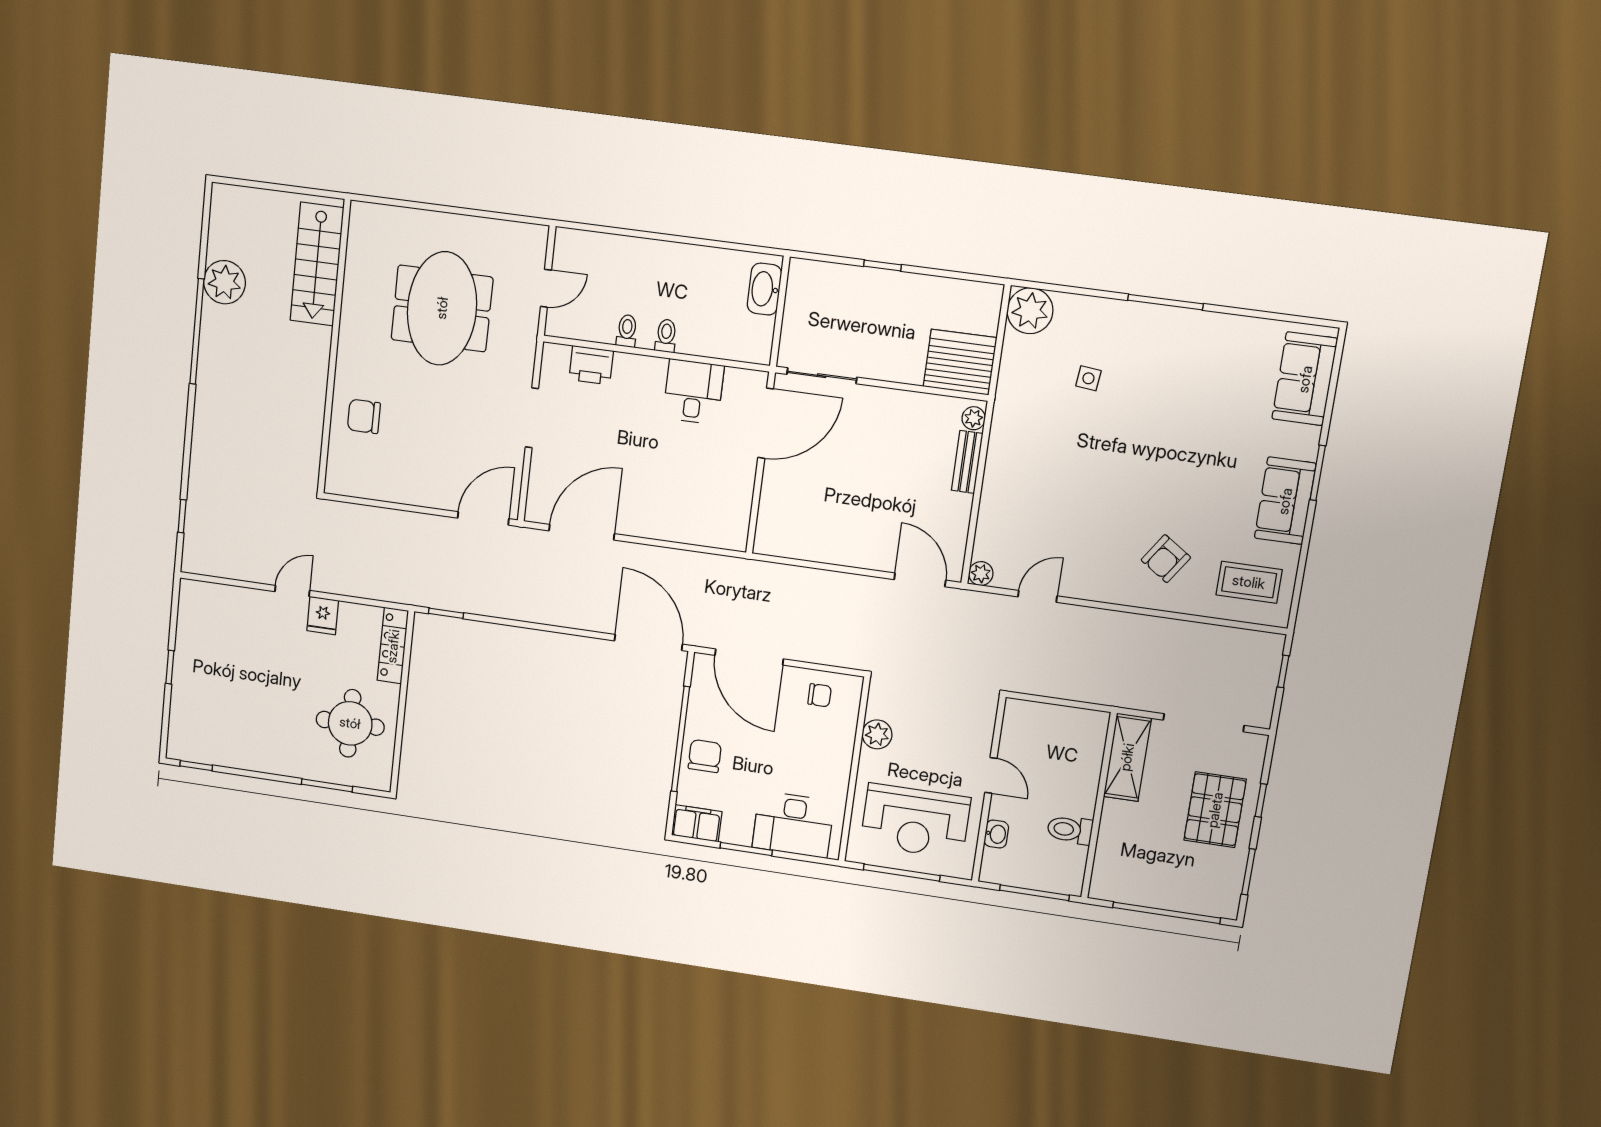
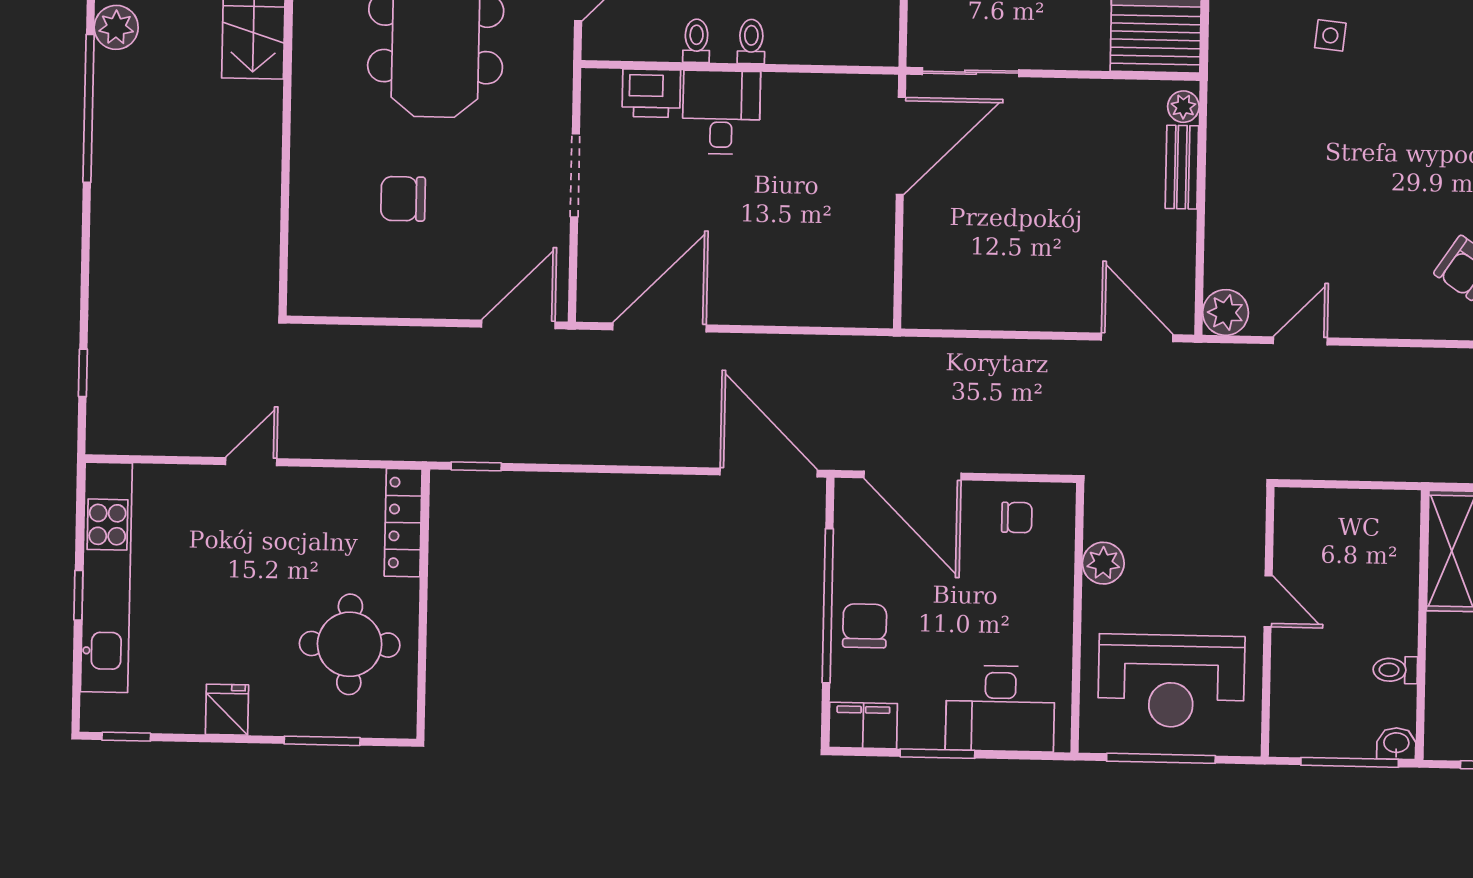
plant: (224, 282) -> (116, 27), width x0.73, depth x0.73
desk: (693, 392) -> (721, 112), moved
chair: (364, 416) -> (403, 199), moved
plant: (981, 574) -> (1226, 312), width x1.38, depth x1.38
fridge: (323, 616) -> (227, 710), moved, turned 180
kitchen unit: (189, 657) -> (106, 577), added
toilet: (1070, 830) -> (1395, 670), width x0.73, depth x0.72
washbasin: (996, 834) -> (1396, 744), moved, turned -90

